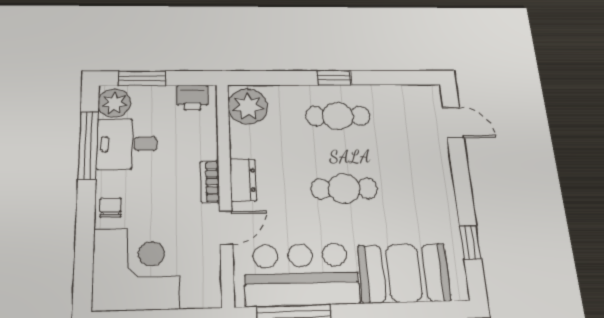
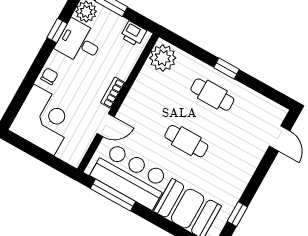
window: (88, 145) -> (57, 31), width x0.46
dresser: (243, 180) -> (132, 103), removed

